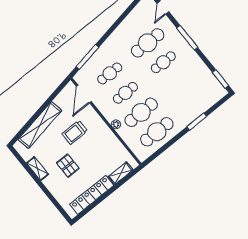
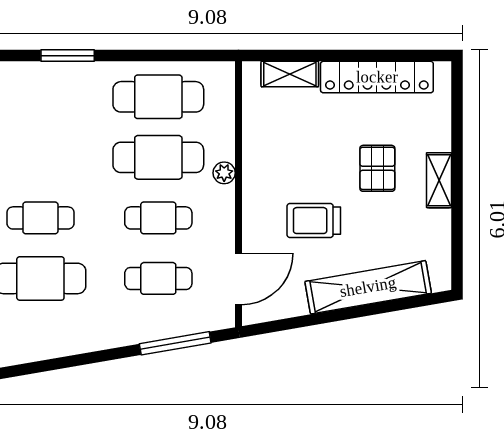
trolley: (75, 132) -> (314, 221), turned 180
shelving: (37, 169) -> (439, 180), moved

